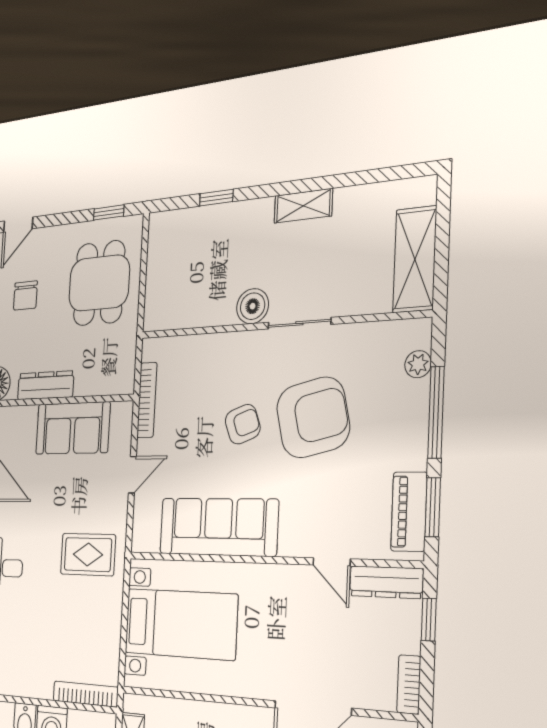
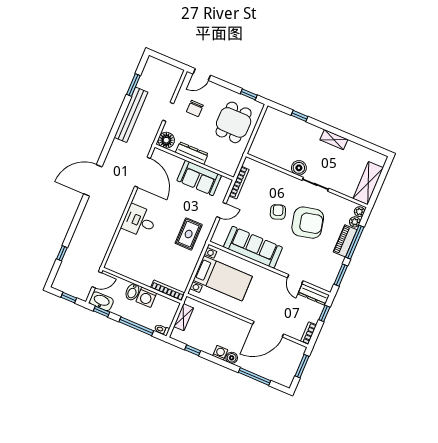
plant: (420, 335) -> (359, 212), added
armchair: (243, 424) -> (278, 212), turned -89
piano: (409, 512) -> (345, 241), moved
rug: (88, 554) -> (189, 234), turned 90

